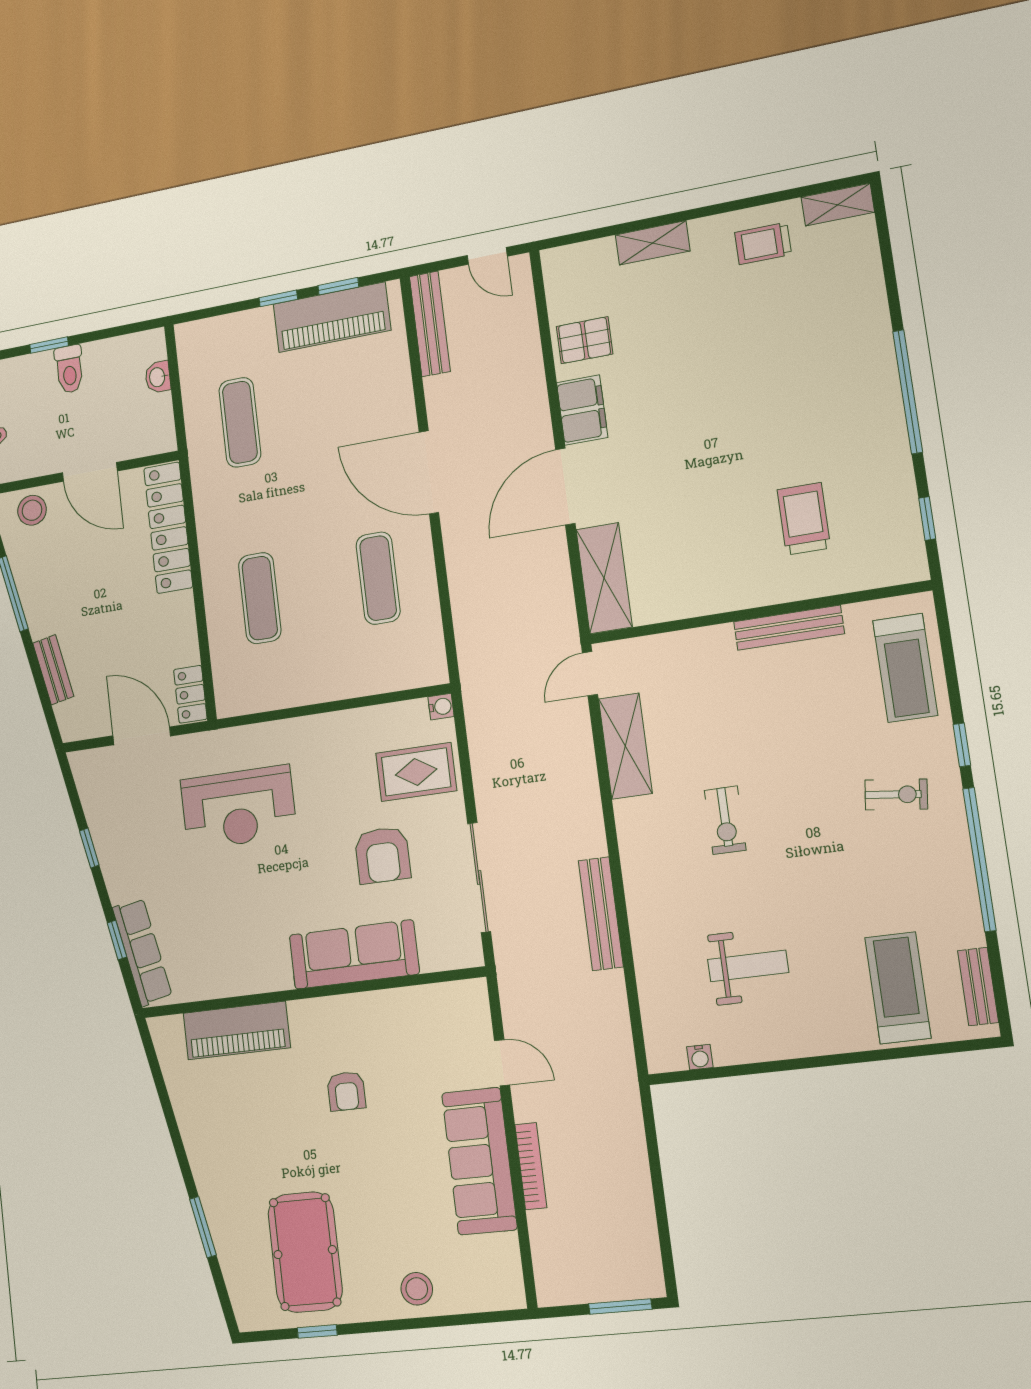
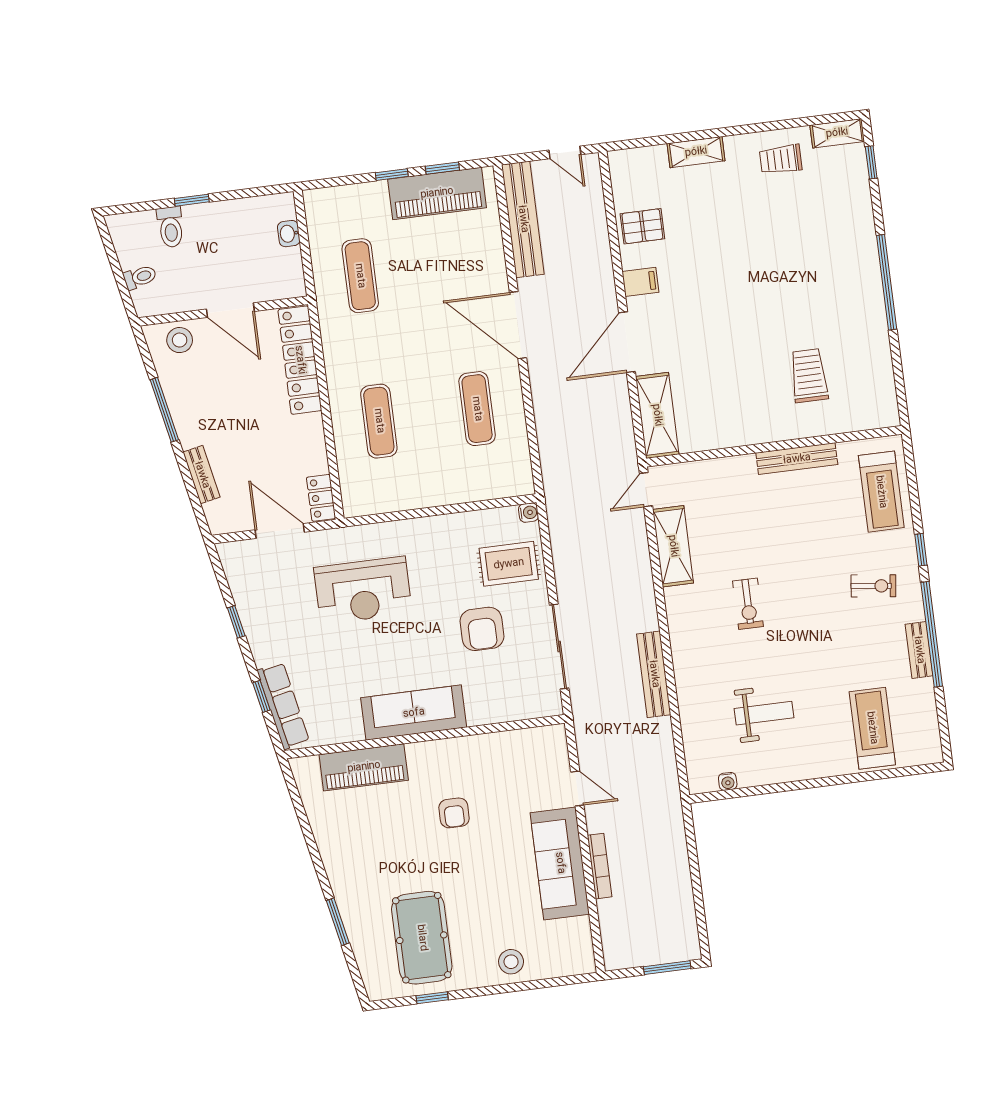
bench: (430, 324) -> (523, 219), width x1.37, depth x1.21
toilet: (69, 369) -> (171, 227), moved
filing cabinet: (582, 410) -> (640, 282), width x0.50
window: (927, 519) -> (871, 162), moved
sofa: (354, 954) -> (414, 713), moved
bench: (978, 986) -> (919, 650), moved

